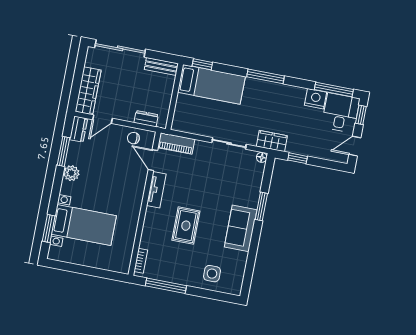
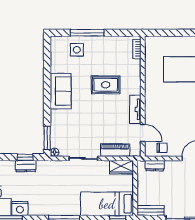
wardrobe: (272, 141) -> (121, 167), moved
piano: (176, 144) -> (115, 150), moved
dresser: (299, 148) -> (26, 166), added
window: (261, 206) -> (47, 138), moved
rug: (186, 226) -> (106, 85), turned 90
window: (166, 286) -> (87, 33), moved

